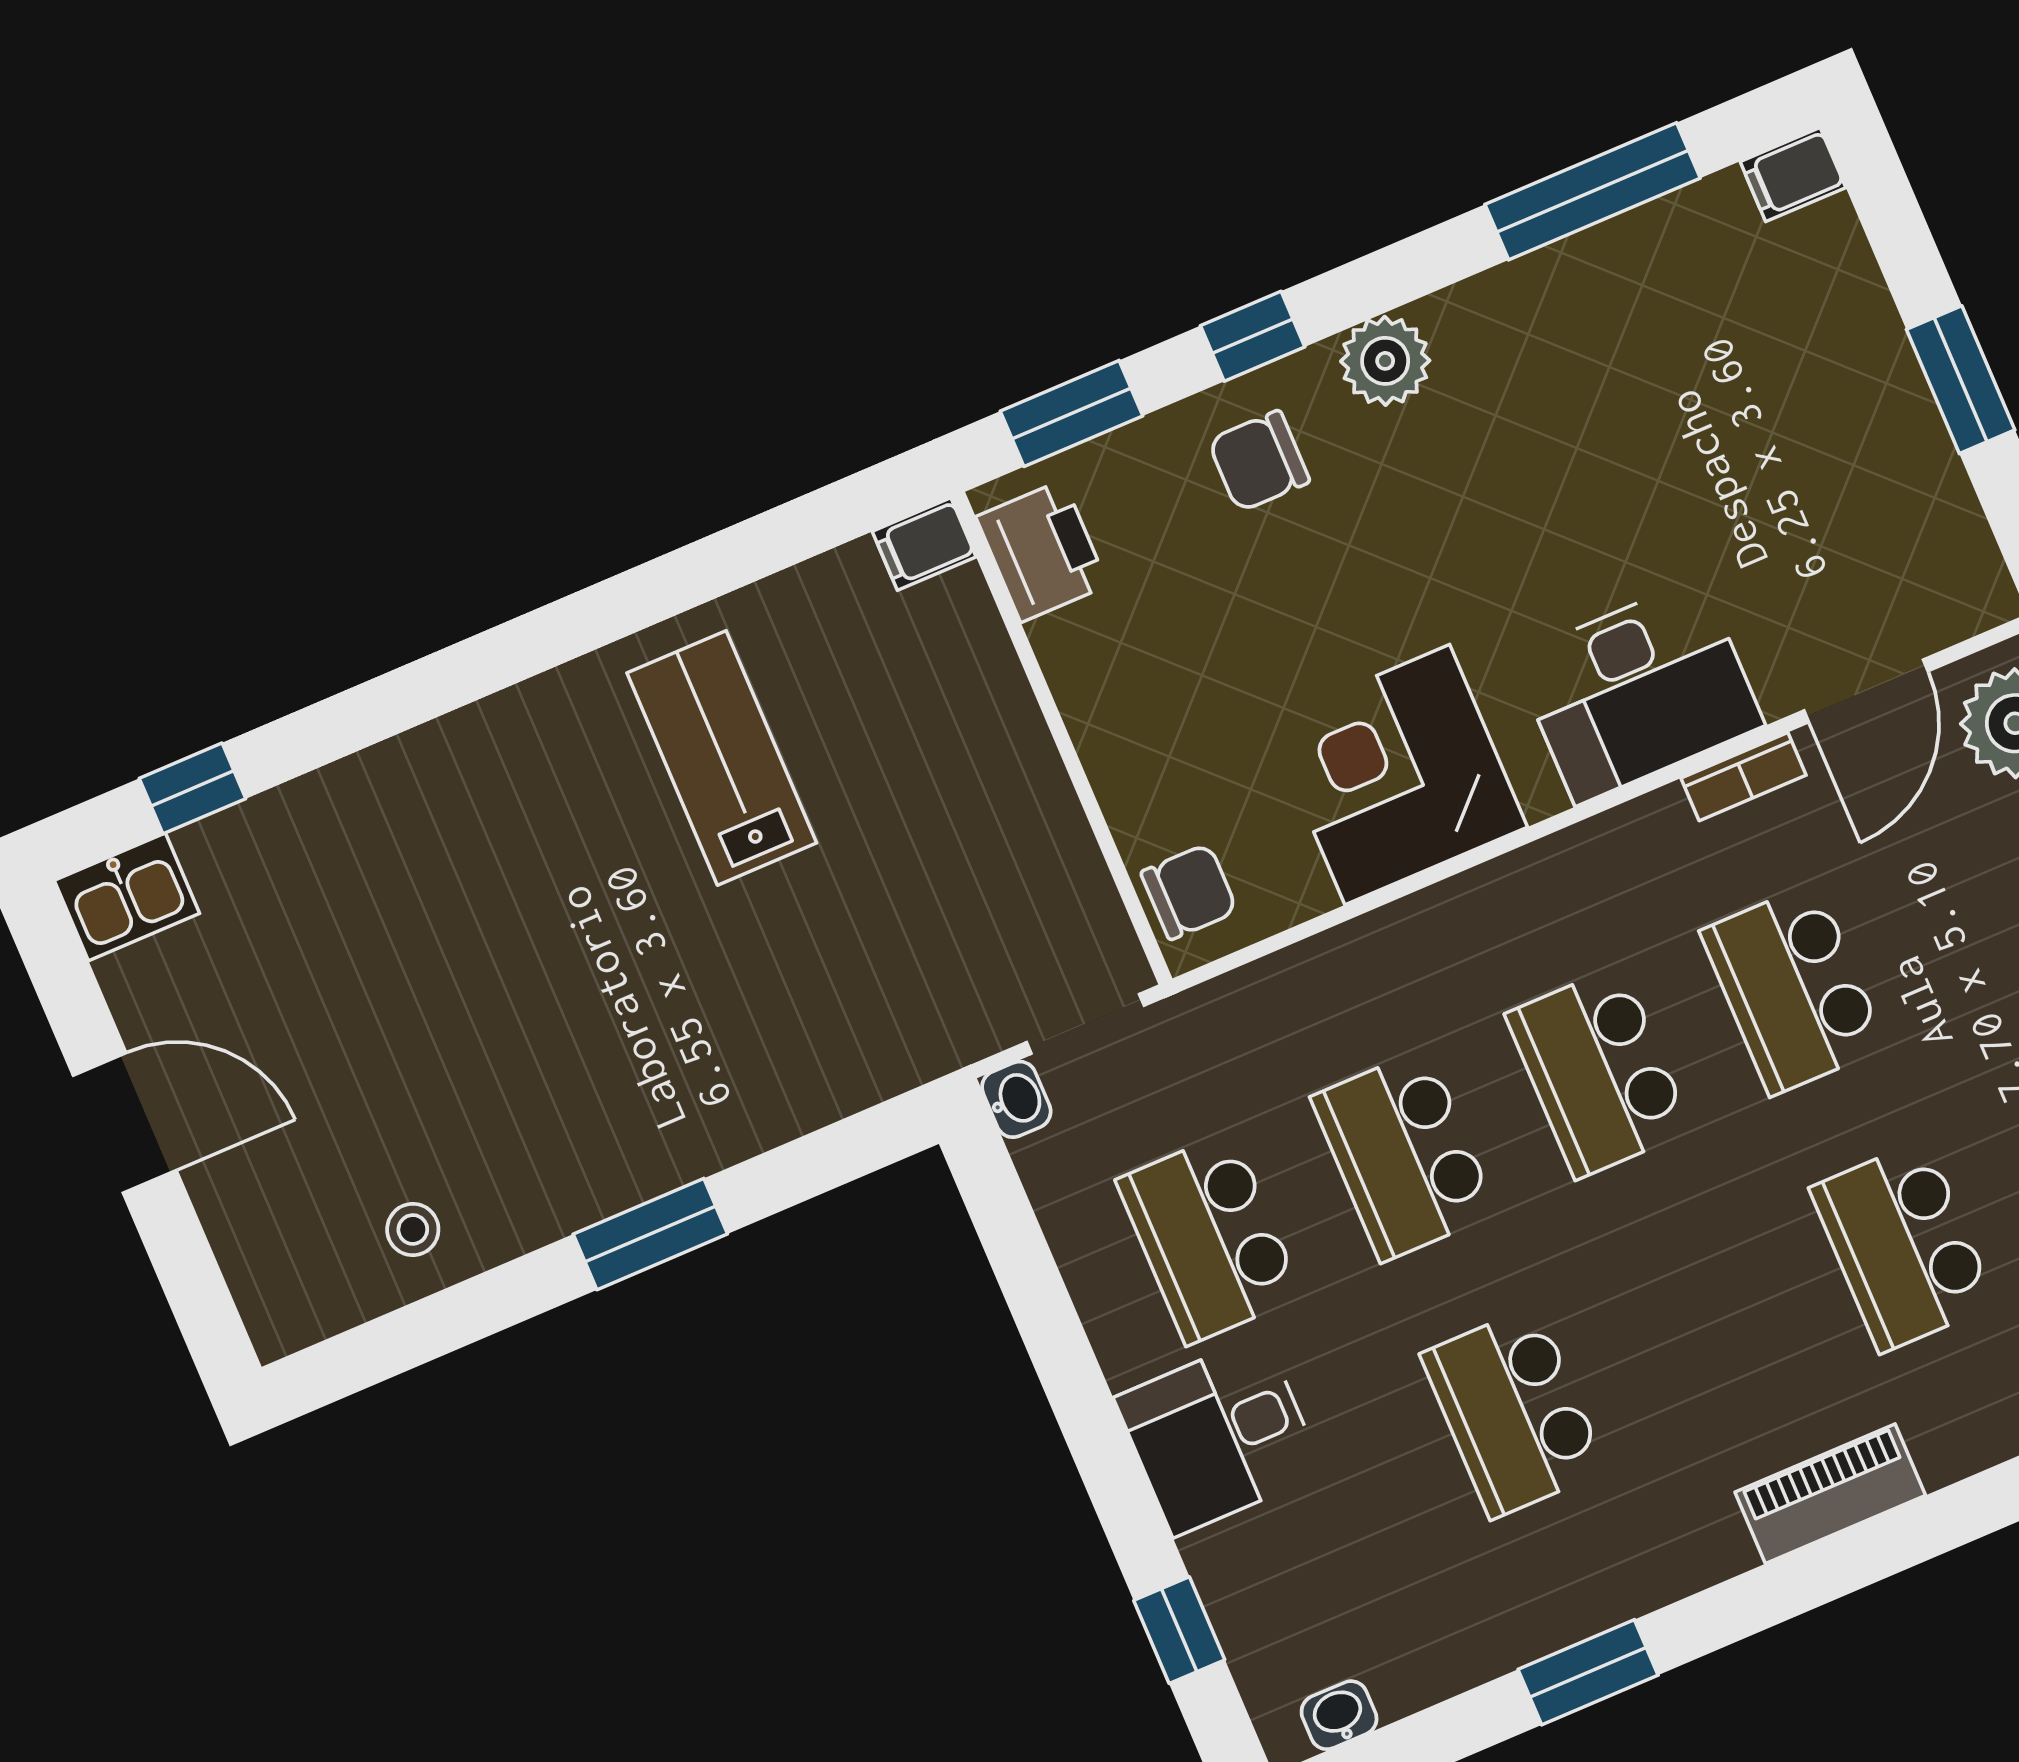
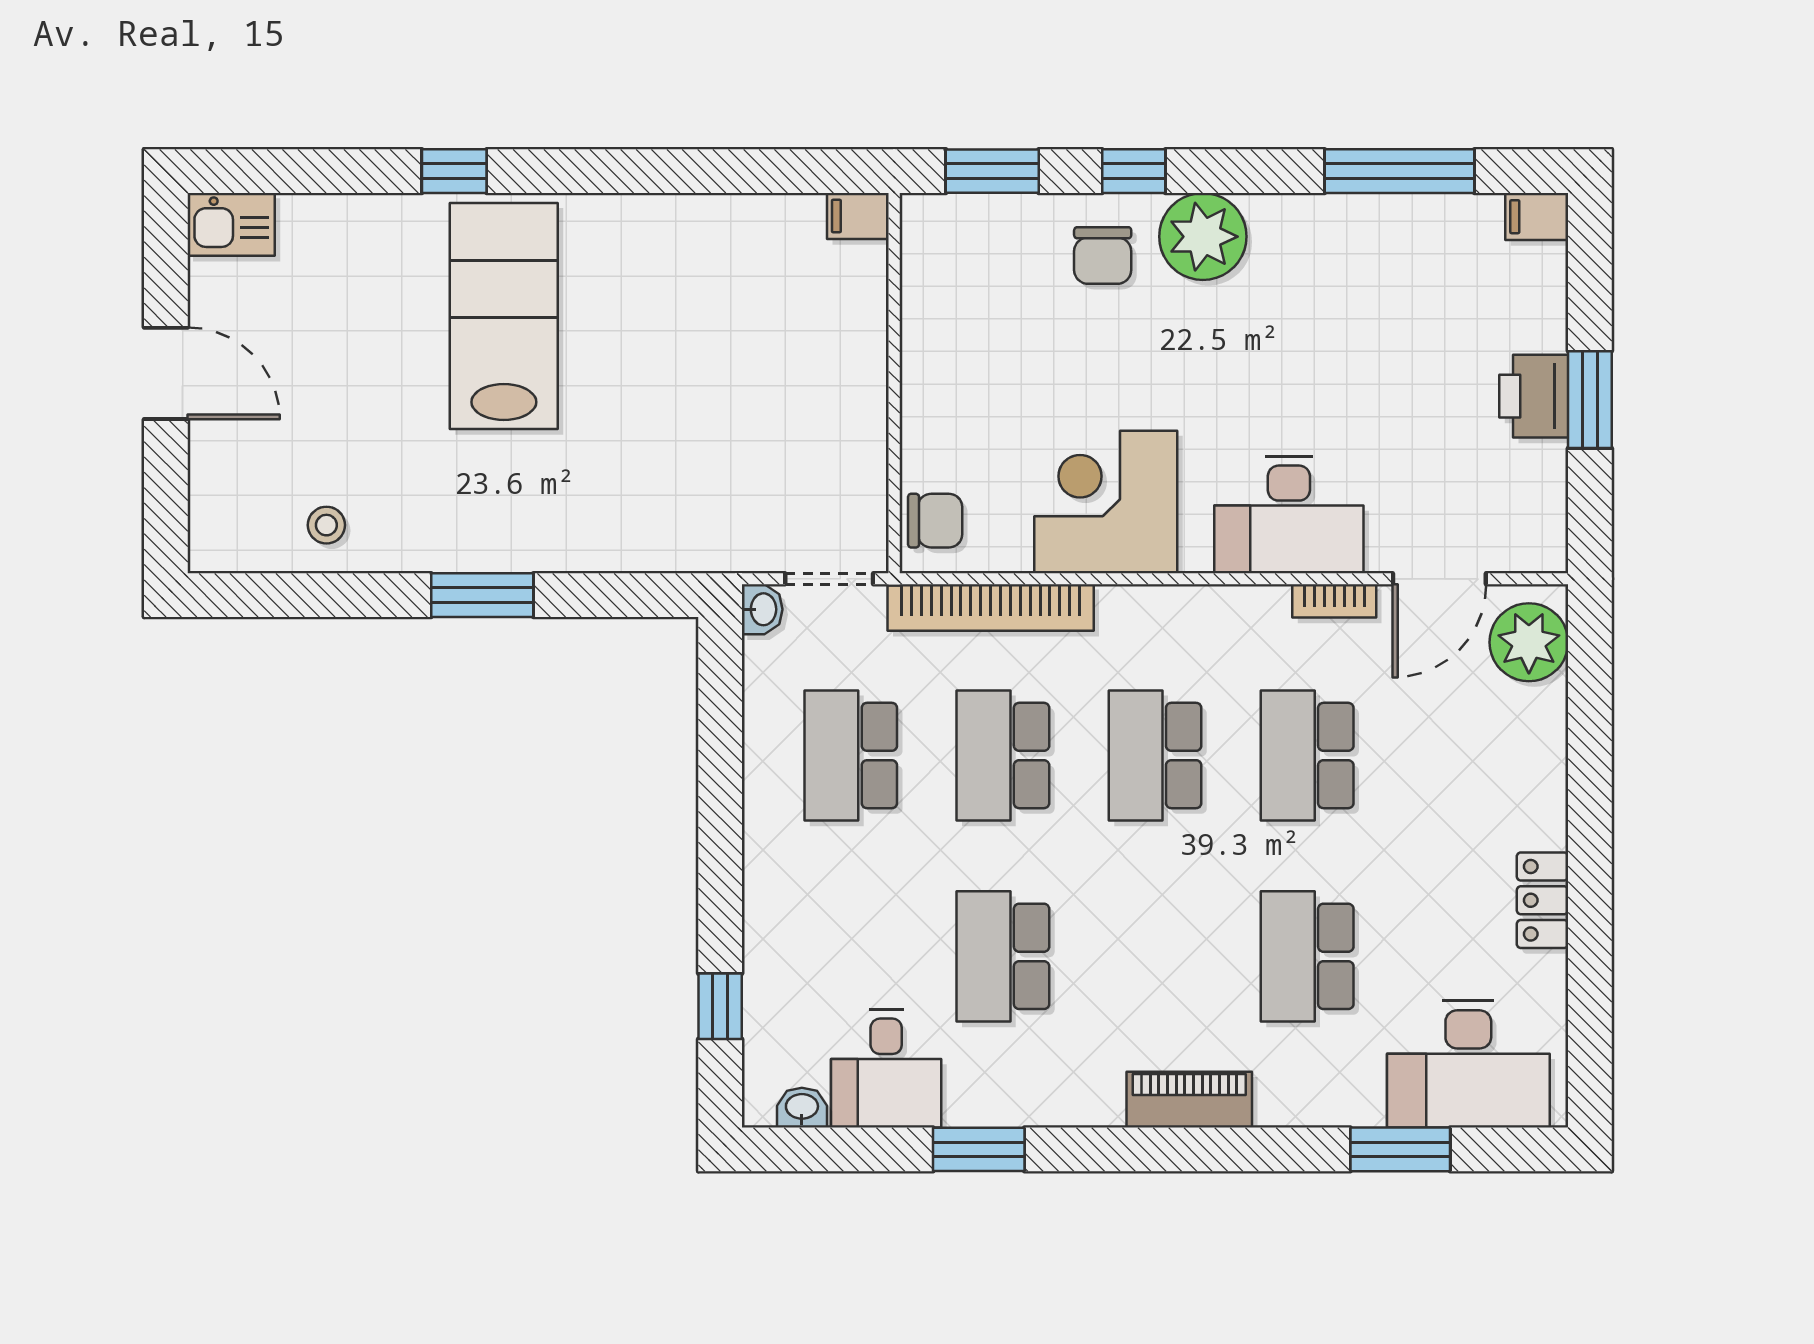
plant: (1385, 361) -> (1203, 237), width x1.36, depth x1.36
chair: (1259, 461) -> (1103, 255), turned -90
printer: (1042, 551) -> (1534, 396), moved, turned 180
lab bench: (722, 758) -> (504, 316), moved, width x1.36, depth x1.39
window: (192, 788) -> (454, 171), moved
bookcase: (1308, 973) -> (991, 608), added
desk: (1219, 1436) -> (886, 1068), moved, turned -90

